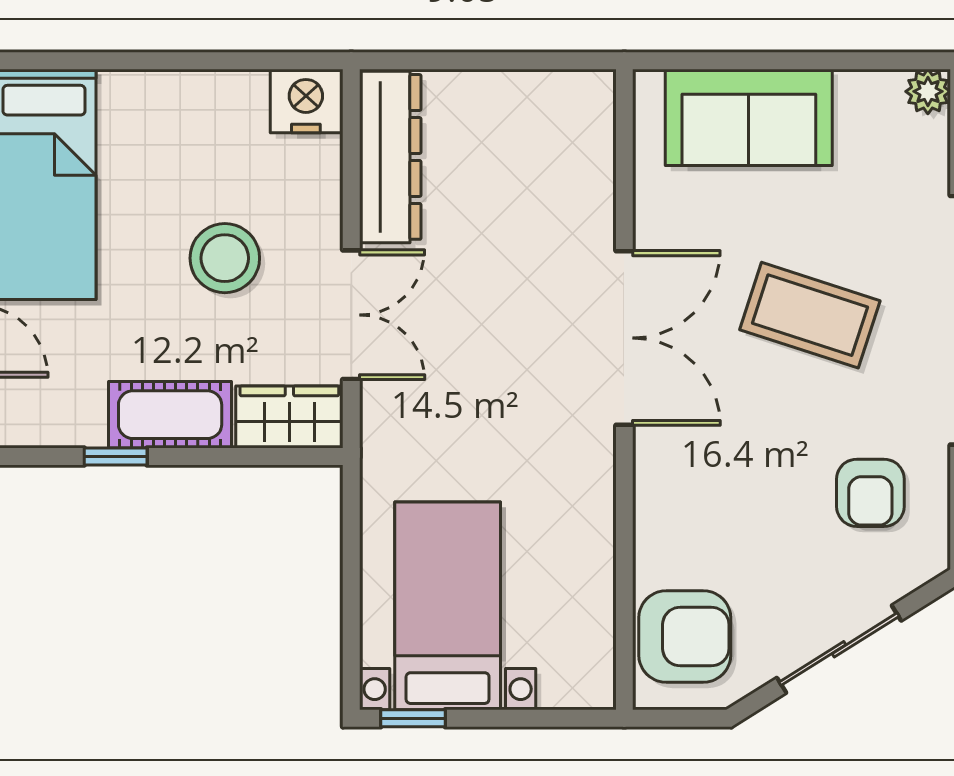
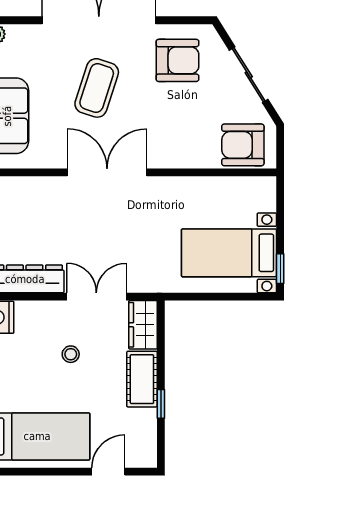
stool: (225, 258) -> (71, 354), width x0.53, depth x0.53
armchair: (870, 493) -> (177, 60), width x1.38, depth x1.38
armchair: (685, 637) -> (243, 145), turned -90

